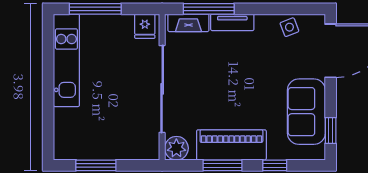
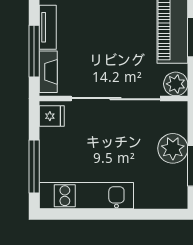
plant: (113, 145) -> (173, 148), added

